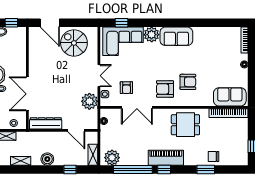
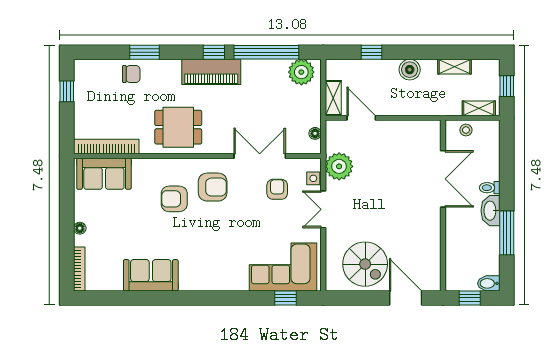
plant: (152, 35) -> (235, 278), removed
sofa: (176, 36) -> (151, 275), moved
dresser: (46, 123) -> (412, 130), removed
shelving: (93, 155) -> (333, 98), moved

